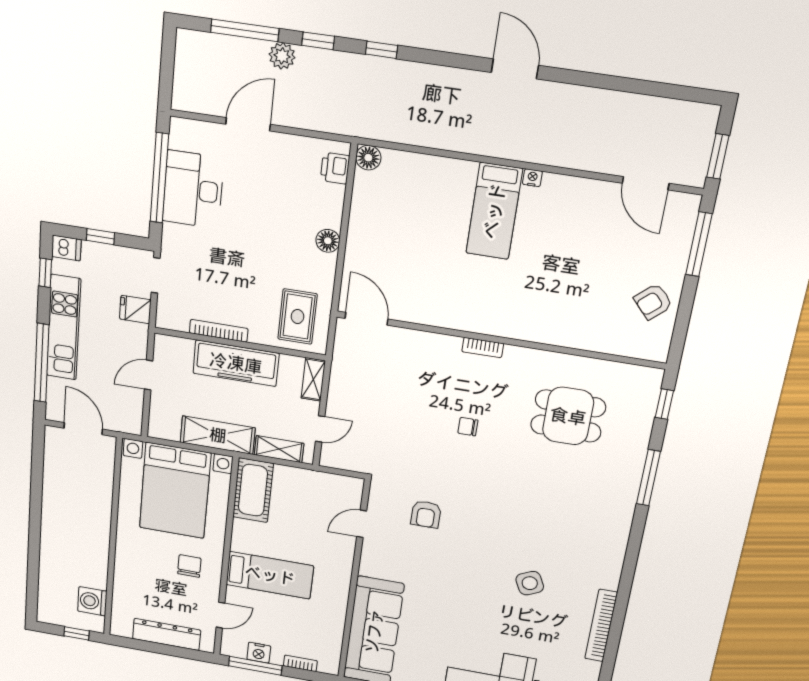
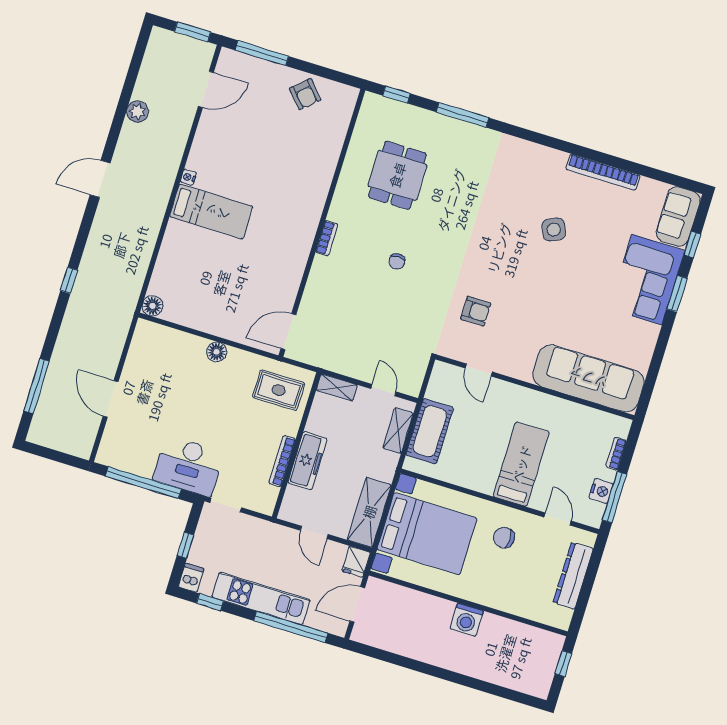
window: (318, 41) -> (54, 329), removed
plant: (282, 56) -> (138, 112), moved
printer: (335, 168) -> (157, 335), removed
desk: (193, 190) -> (188, 466), moved
fridge: (135, 309) -> (356, 562), moved
freezer: (236, 363) -> (307, 461), width x0.73, depth x0.79
shelving: (218, 435) -> (369, 512), moved
cot: (253, 490) -> (430, 431), moved, turned 90
washing machine: (92, 601) -> (467, 620), moved

